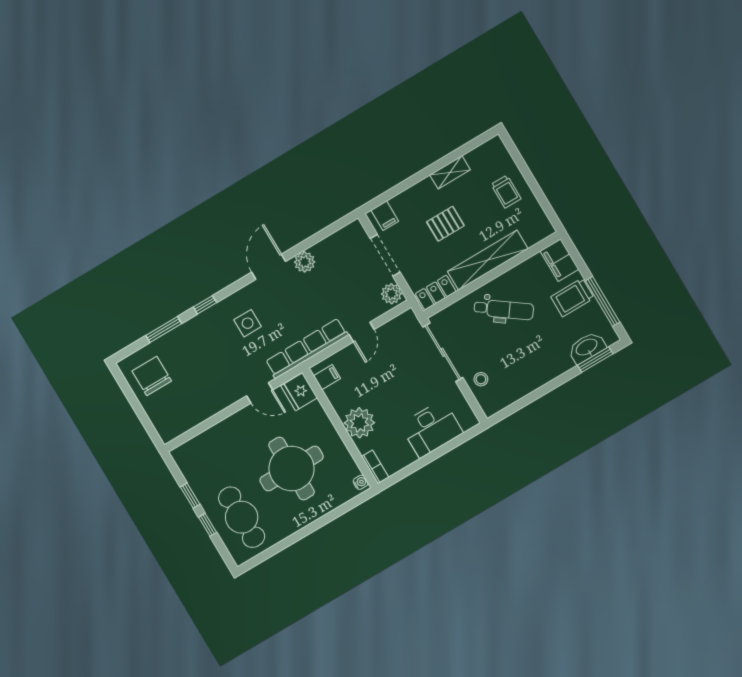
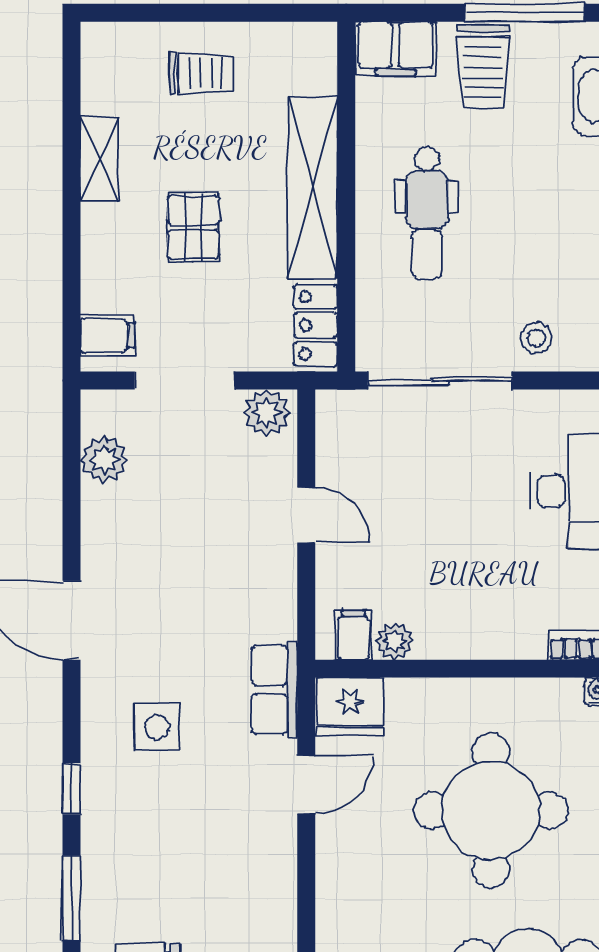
plant: (305, 262) -> (104, 460), moved
dental chair: (504, 309) -> (427, 213), turned 144
row of seats: (307, 348) -> (274, 690), width x0.50
plant: (359, 423) -> (395, 641), moved, width x0.53, depth x0.53

